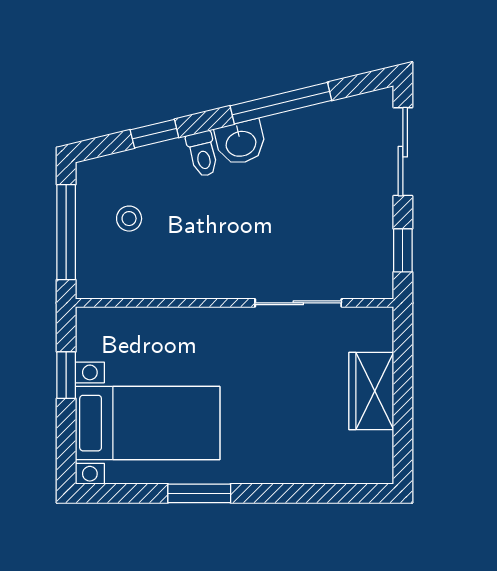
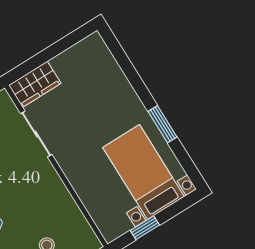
wardrobe: (371, 391) -> (35, 84), moved

